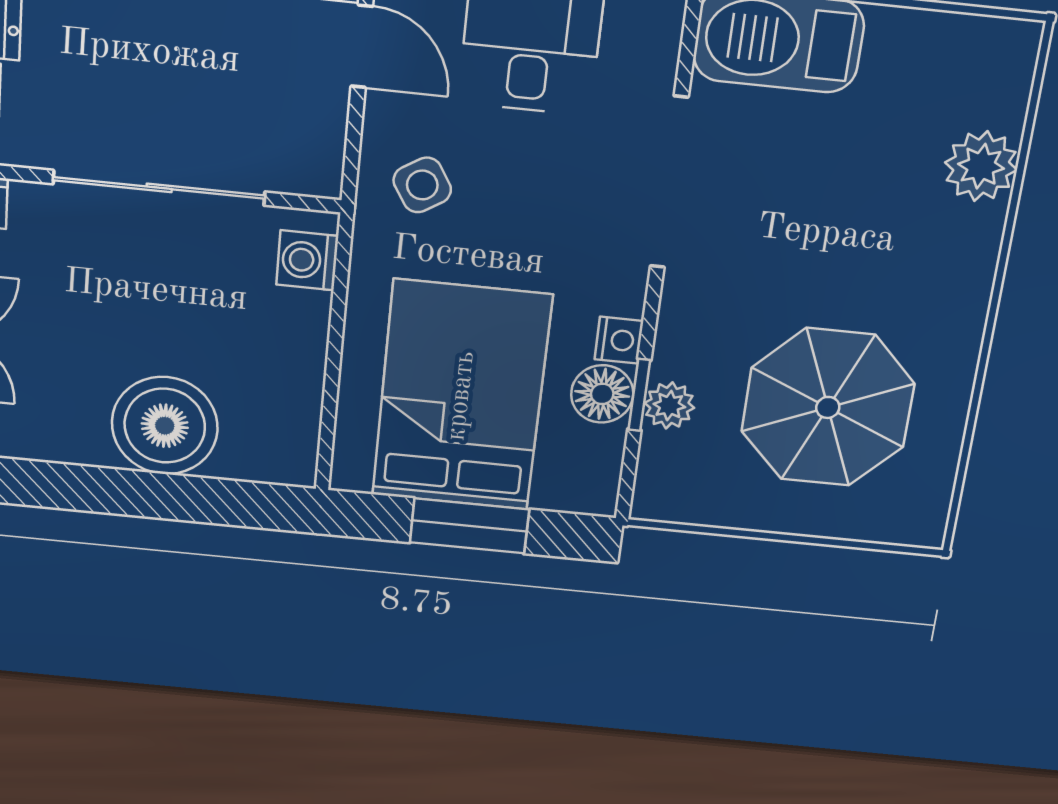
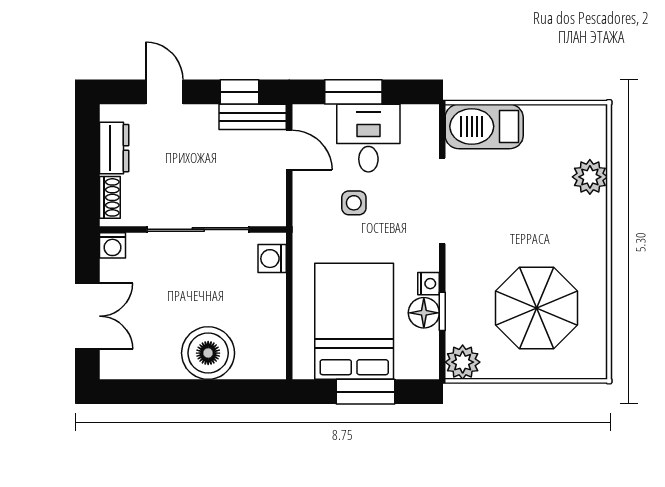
side table: (422, 185) -> (354, 203), moved, turned 32
plant: (669, 405) -> (463, 362), moved, width x1.38, depth x1.38

